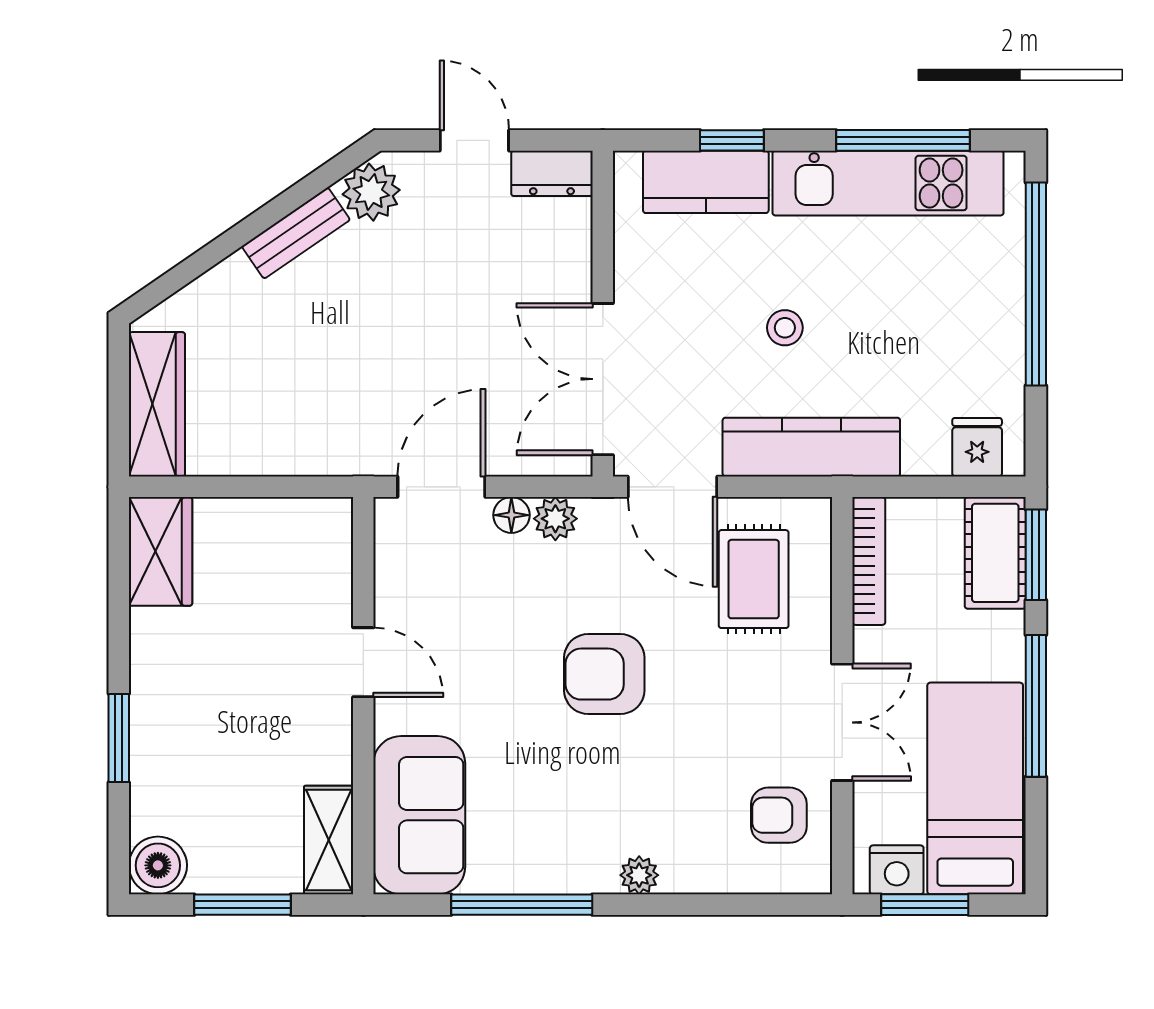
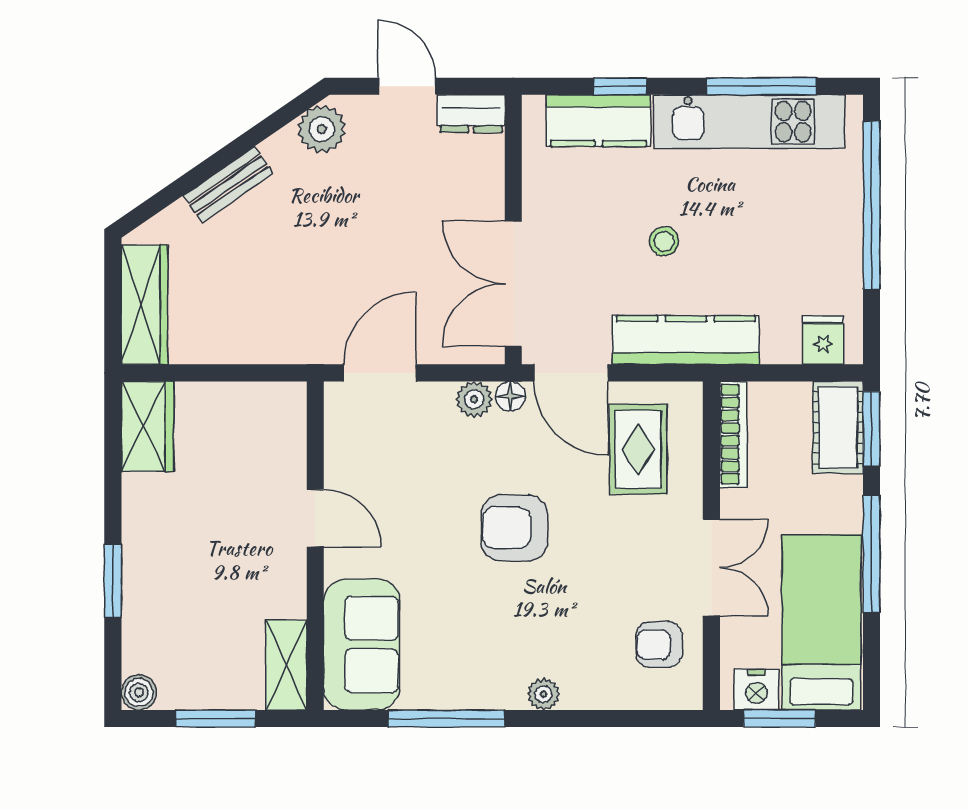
bench: (296, 233) -> (228, 184), moved
floor lamp: (511, 515) -> (510, 396), moved
boiler: (158, 865) -> (139, 692), width x0.73, depth x0.73

